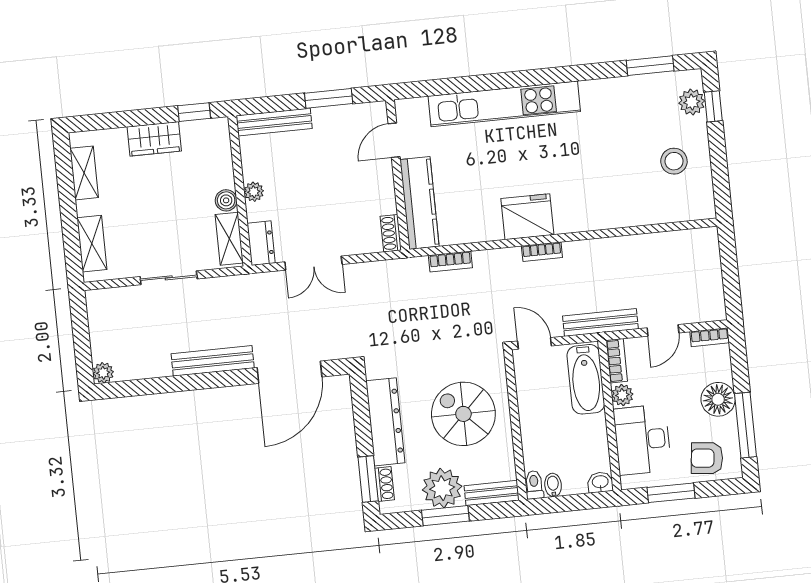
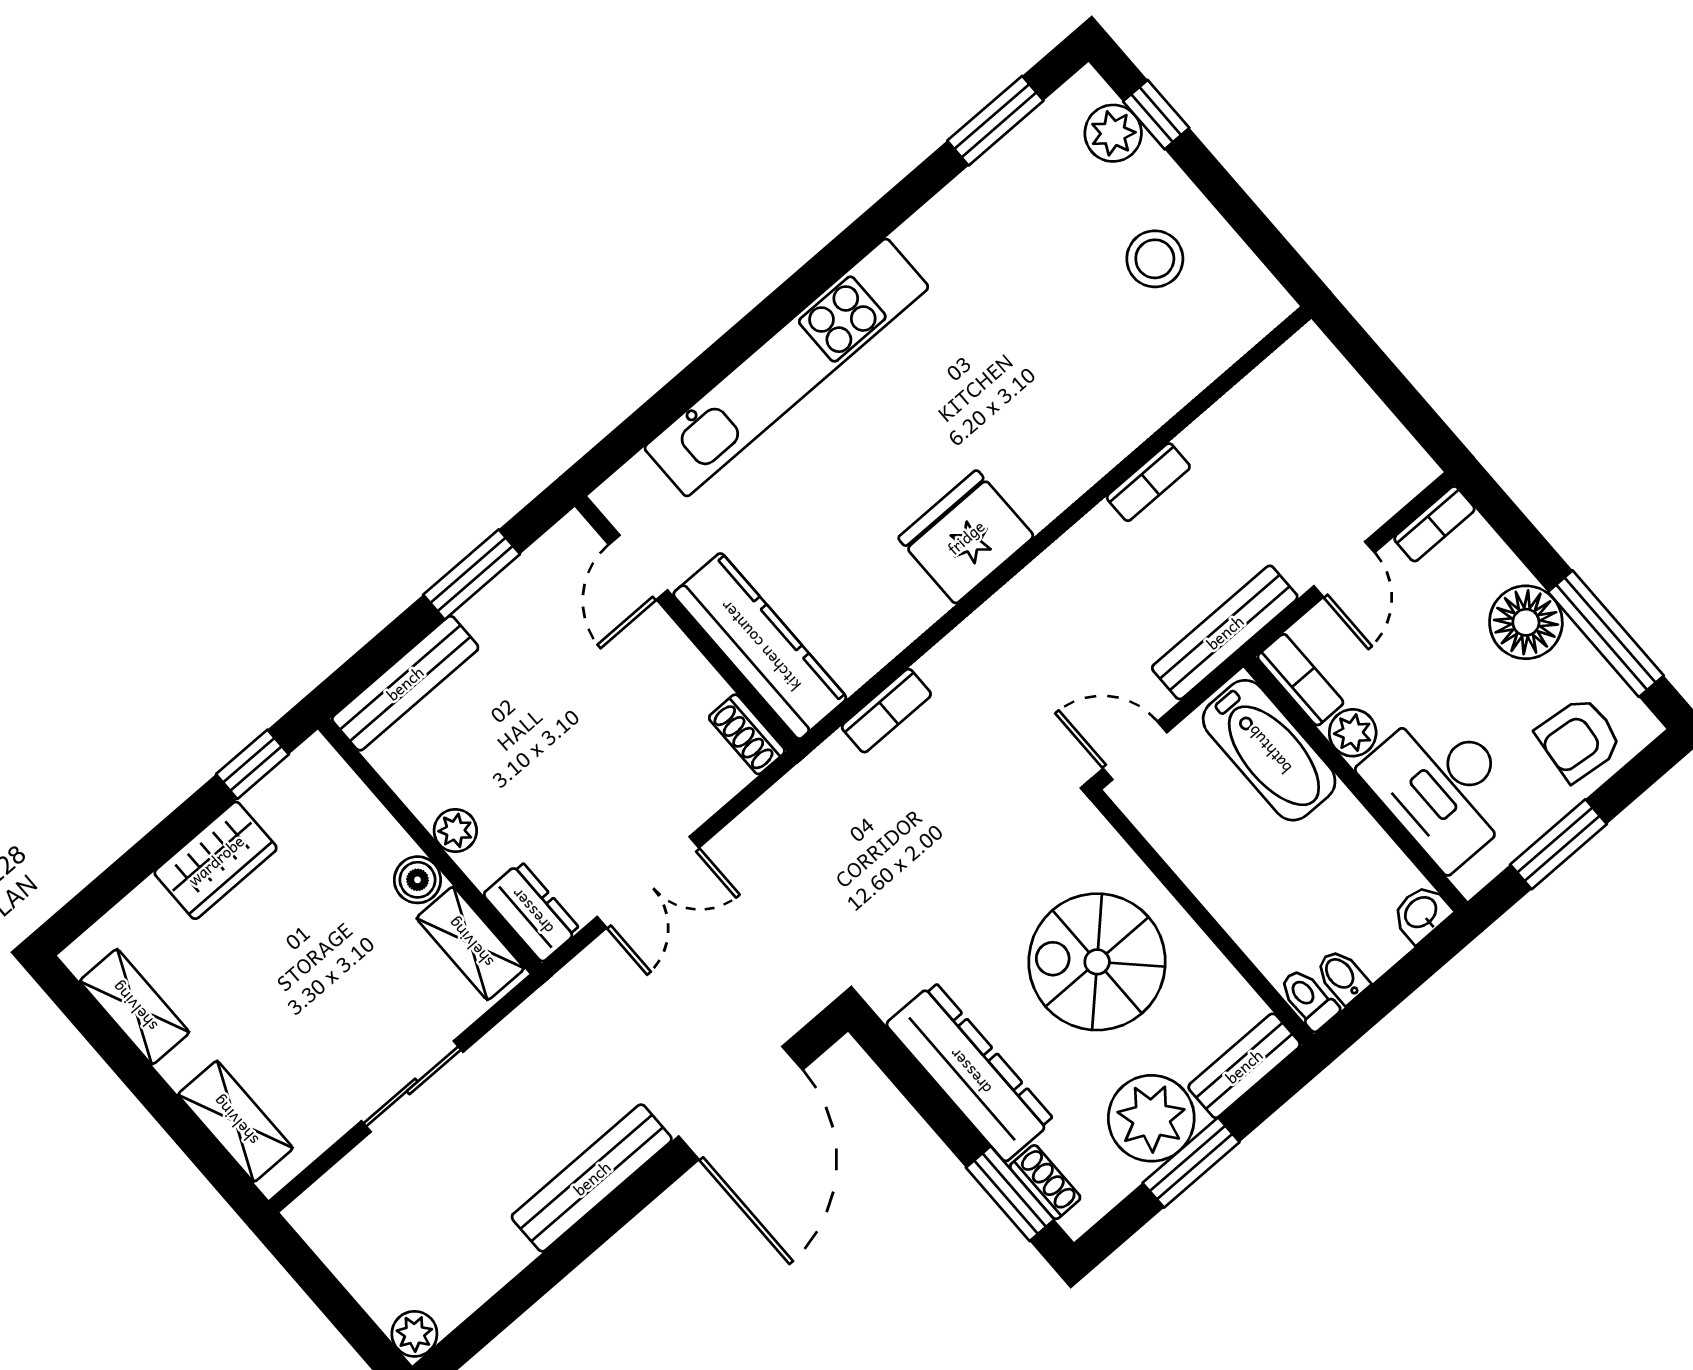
bookcase: (542, 252) -> (1148, 482), moved

